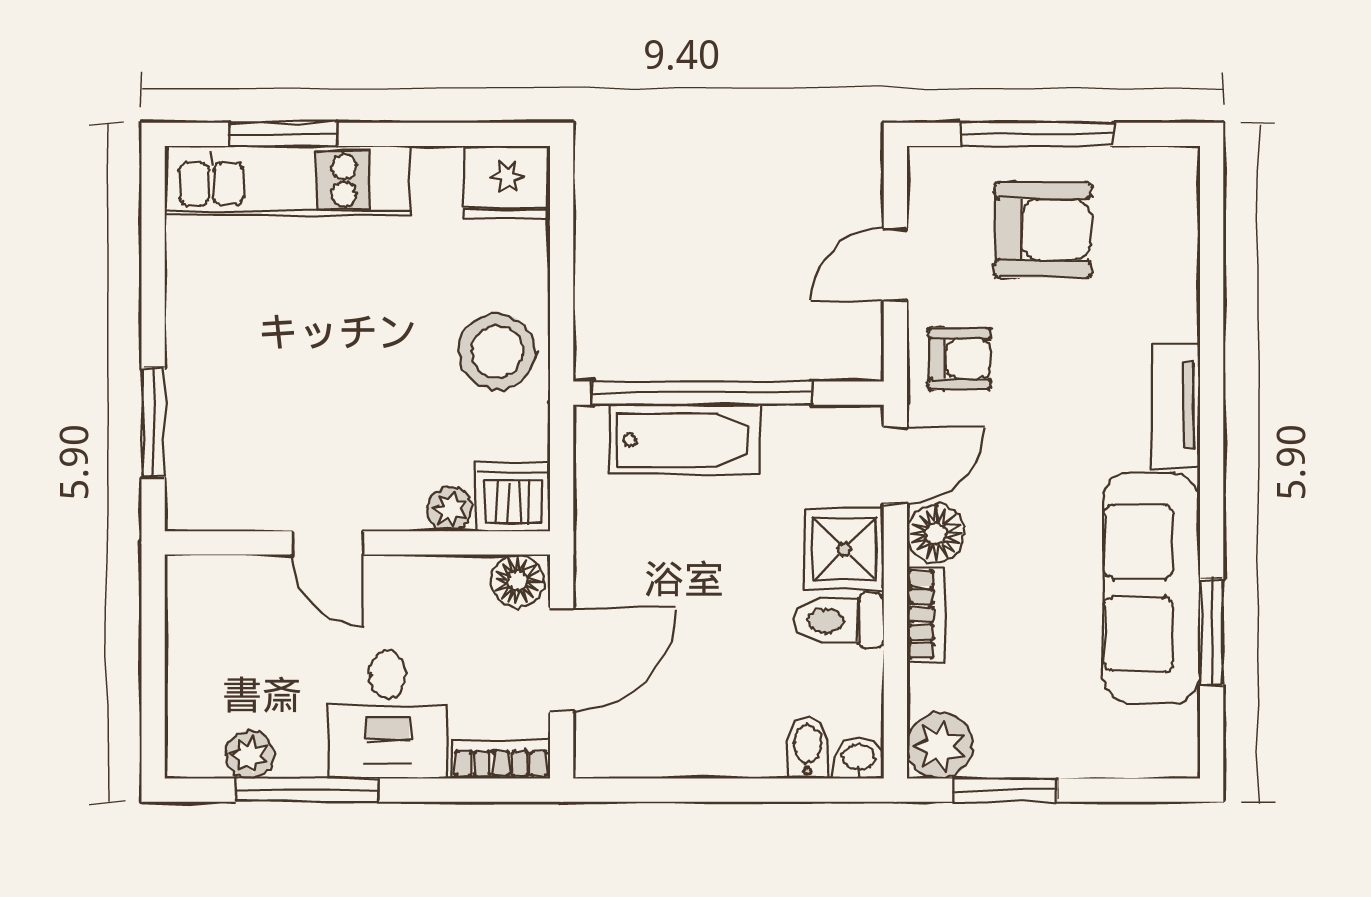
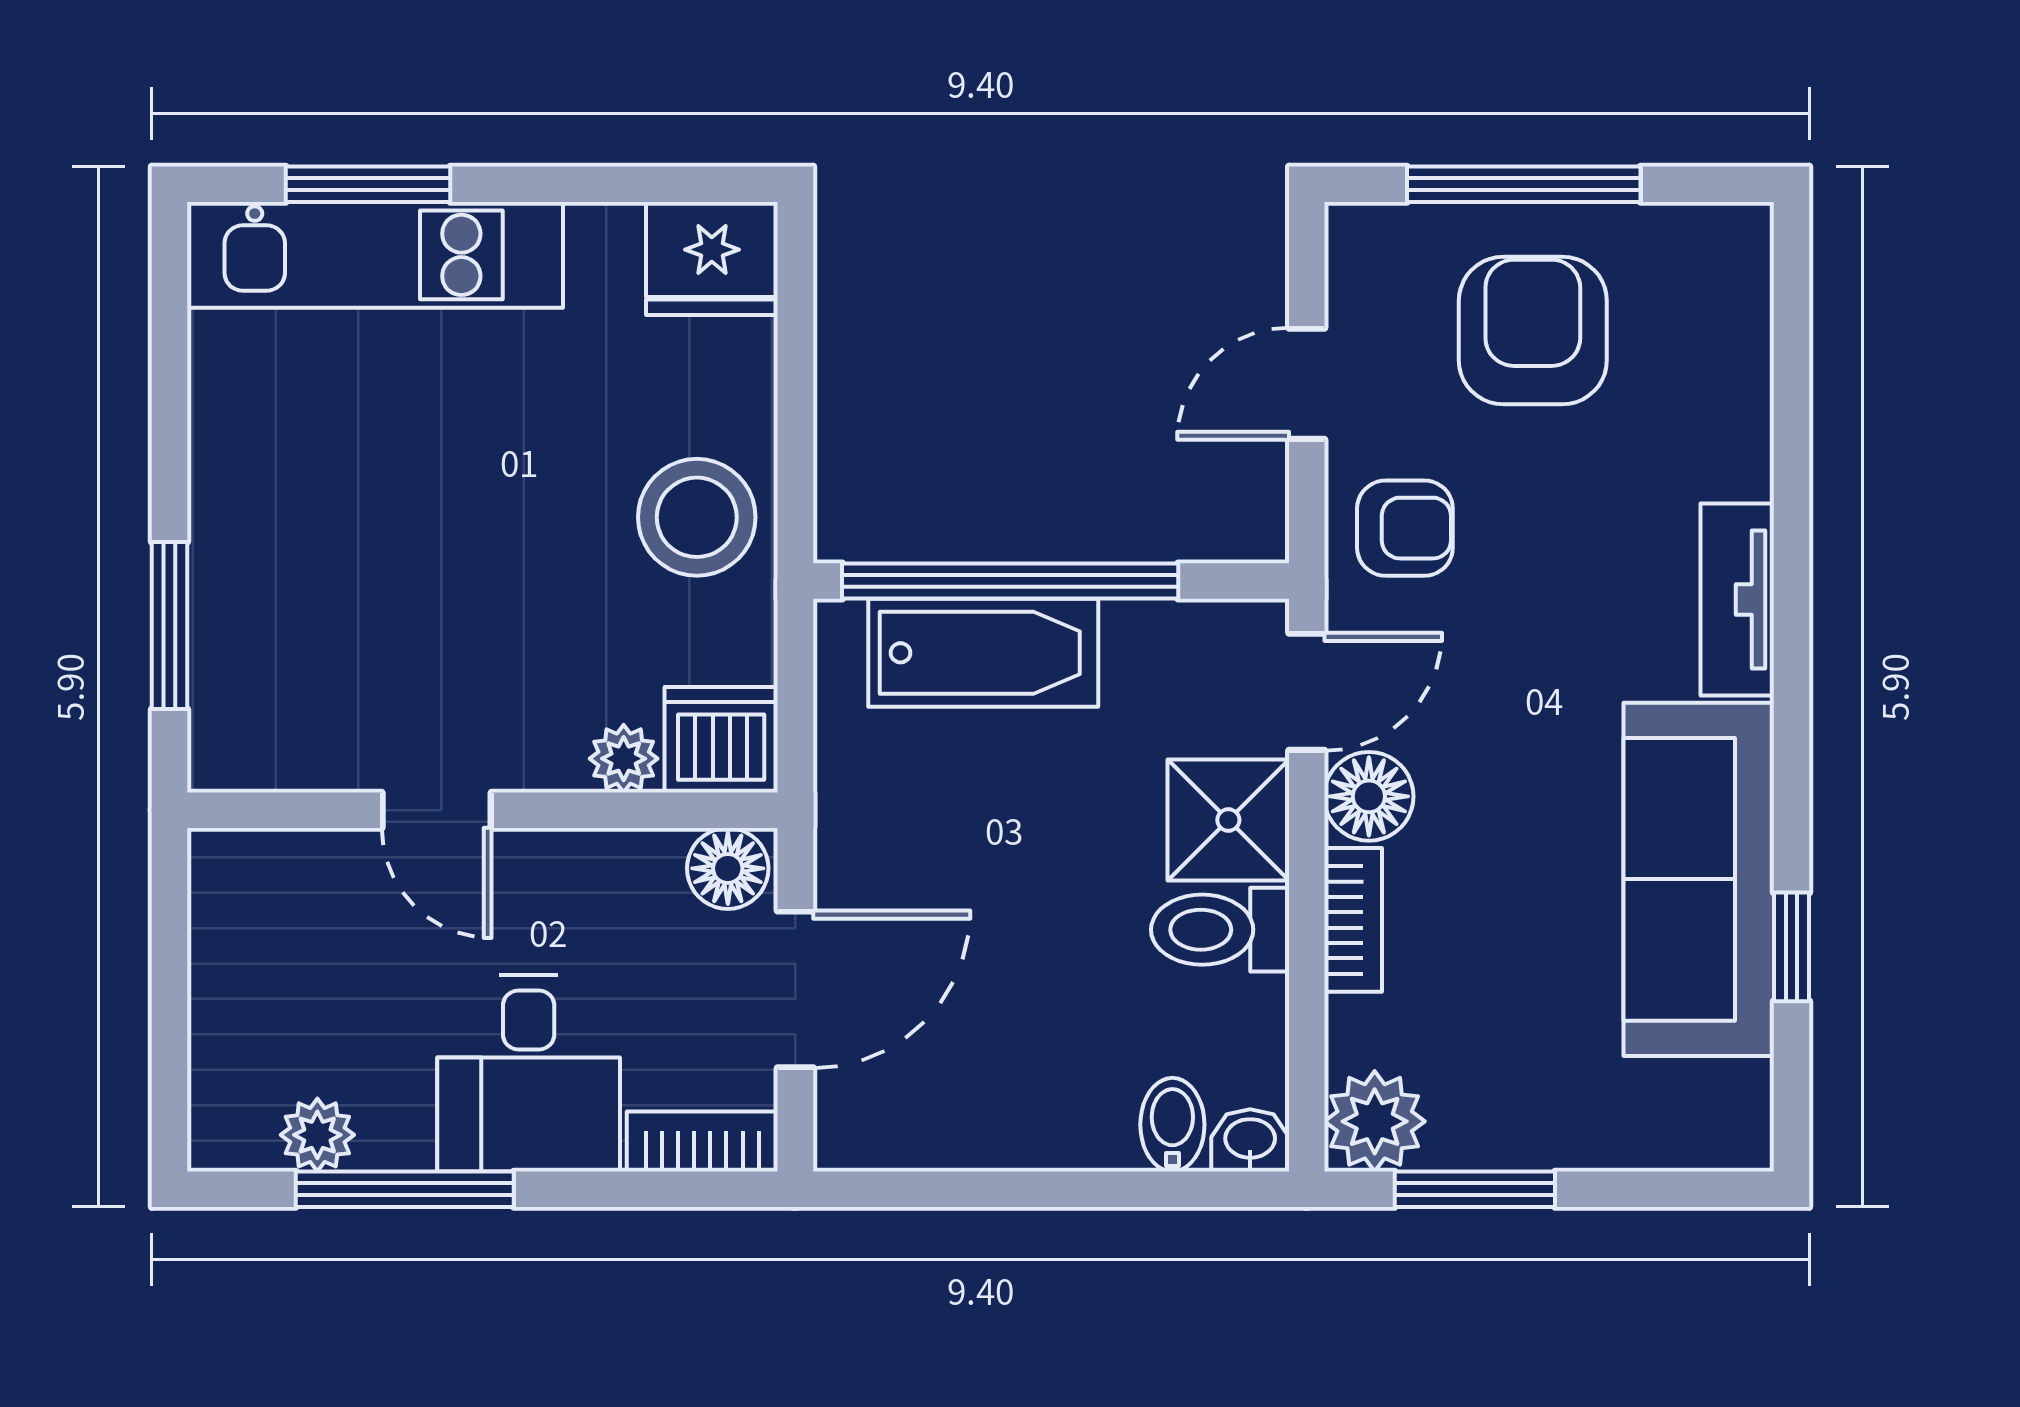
armchair: (1043, 230) -> (1533, 331), turned -90
window: (1212, 632) -> (1792, 947), width x0.67

